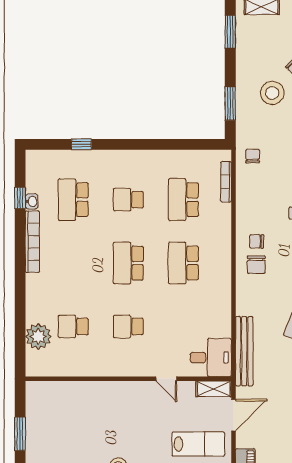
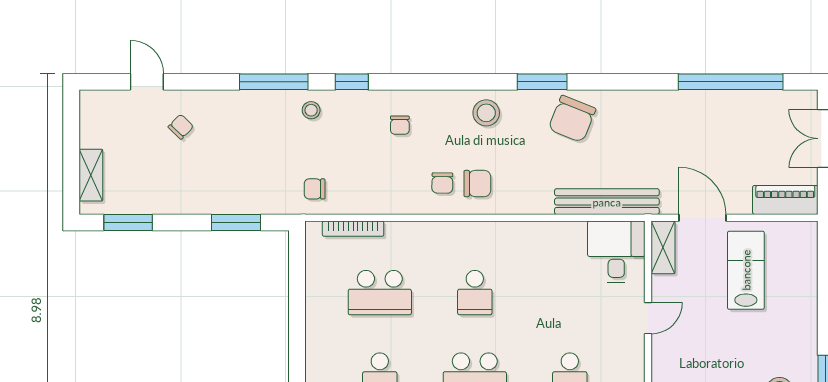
stool: (272, 93) -> (220, 160), removed
school desk: (183, 263) -> (475, 293), width x0.54

